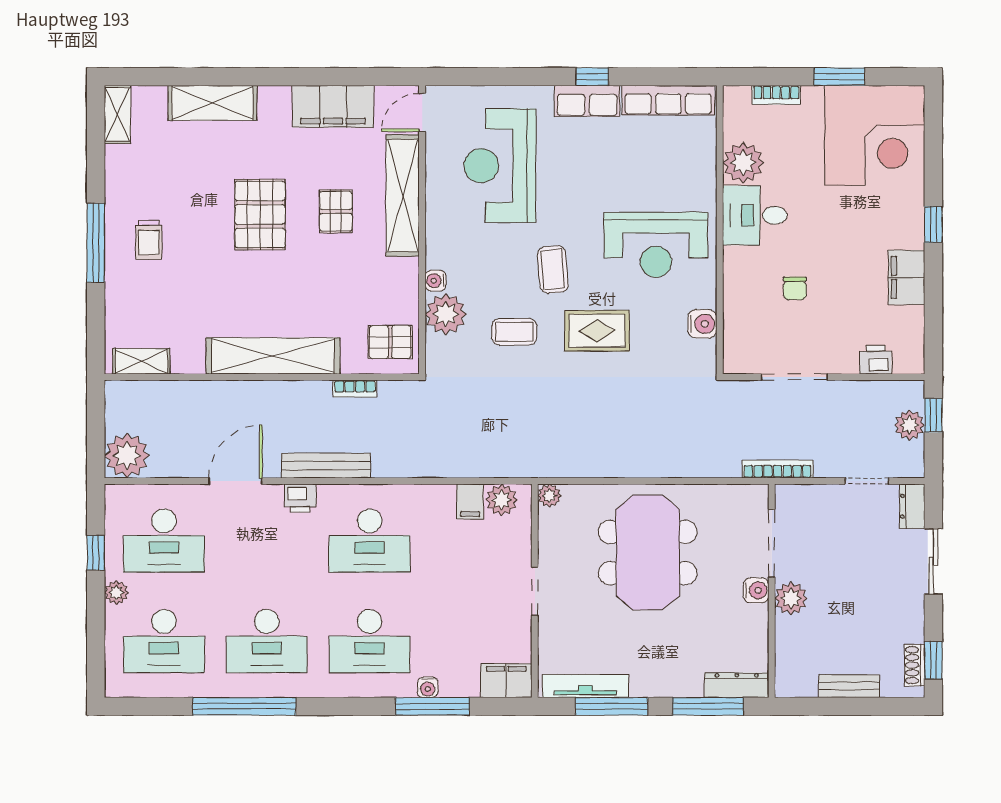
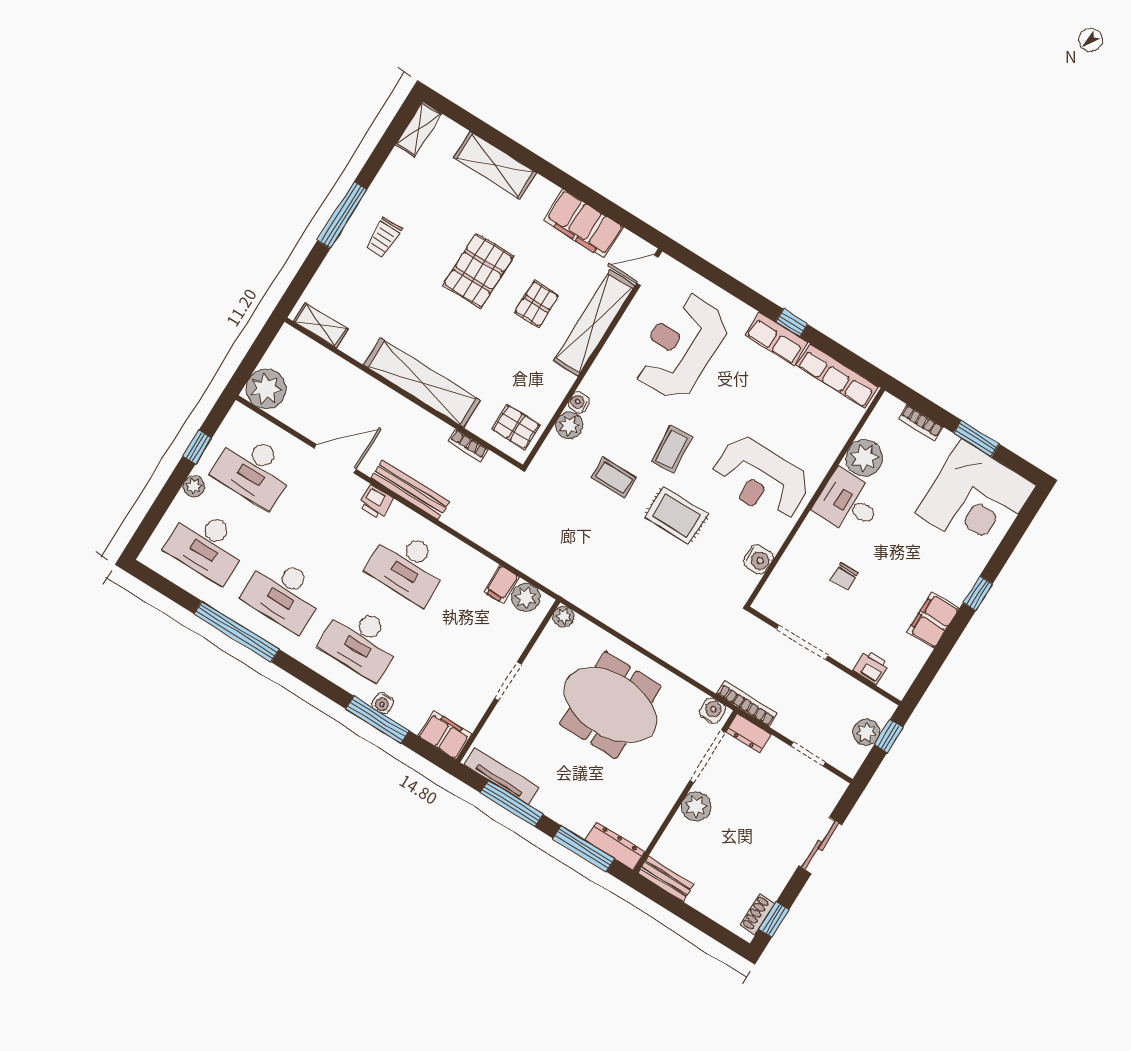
plant: (446, 314) -> (569, 425), width x0.73, depth x0.73
dresser: (912, 506) -> (748, 733), moved, turned -90
meeting table: (648, 553) -> (610, 705), turned 90
water cooler: (756, 590) -> (712, 711), moved, turned -90
bench: (849, 686) -> (666, 879), moved

